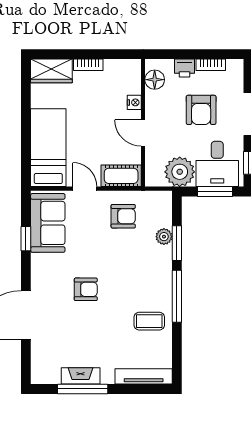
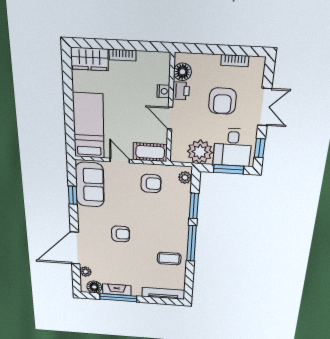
printer: (185, 68) -> (181, 91), moved, turned -90
plant: (164, 237) -> (185, 177), moved
plant: (39, 351) -> (86, 272), added
floor lamp: (50, 374) -> (94, 287), added

